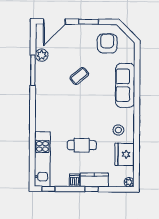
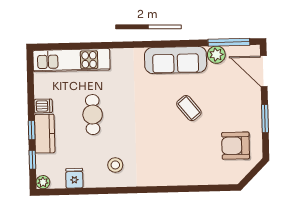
armchair: (107, 43) -> (236, 146), turned 180
window: (33, 70) -> (229, 42), moved
sofa: (125, 85) -> (176, 60), moved, turned 180
fridge: (125, 154) -> (74, 178), width x0.53, depth x0.75
window: (48, 189) -> (32, 160), moved

